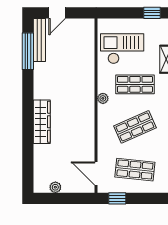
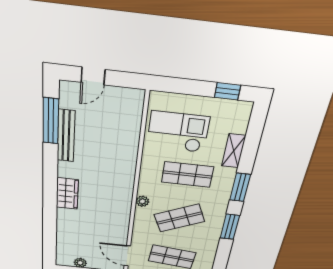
bench: (39, 40) -> (66, 136), moved
plant: (103, 98) -> (142, 201), moved
wardrobe: (42, 122) -> (67, 194), width x0.67

